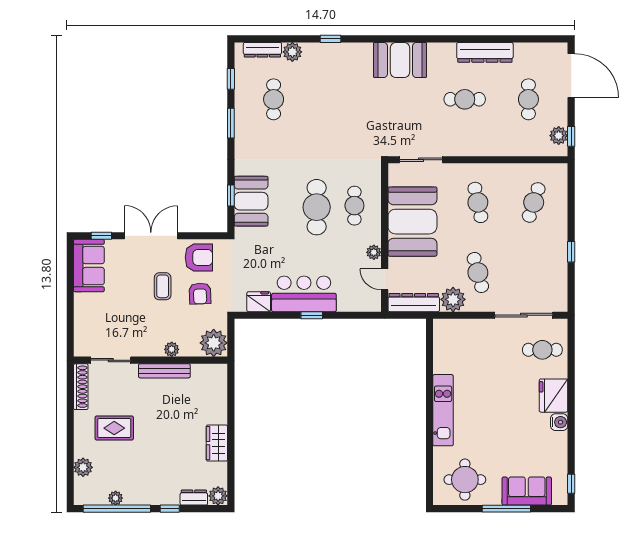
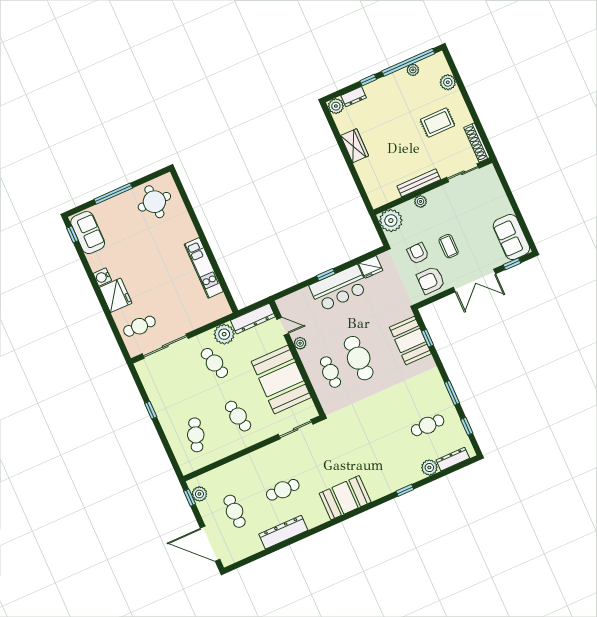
cafe table: (274, 99) -> (428, 425), turned 90
kitchen unit: (443, 410) -> (204, 268), moved
sofa: (527, 491) -> (88, 233), moved, turned -90

